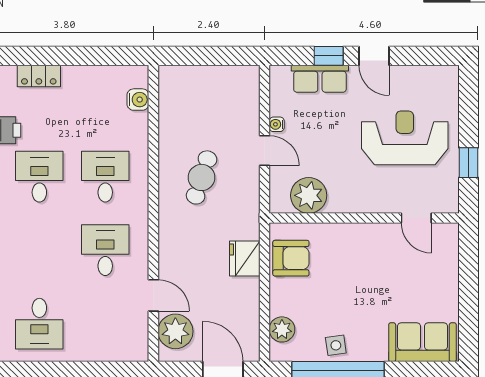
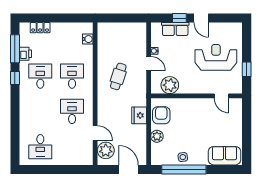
armchair: (291, 258) -> (161, 115), turned -90
plant: (282, 329) -> (157, 136), moved

